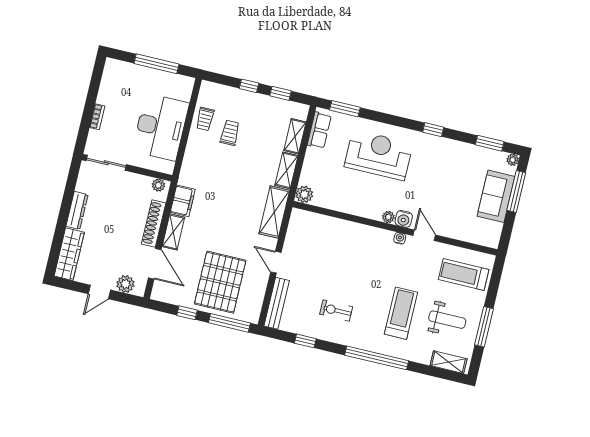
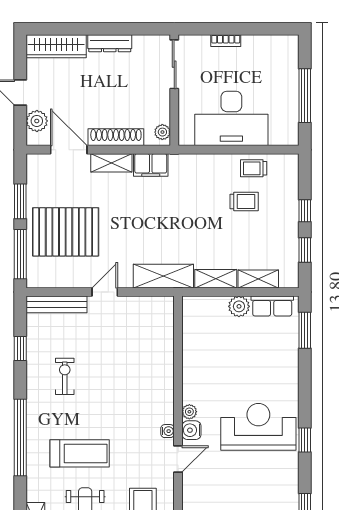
reception desk: (379, 155) -> (258, 427), moved, turned -90
plant: (304, 194) -> (239, 306), moved
door: (155, 264) -> (69, 150), swing flipped
window: (187, 313) -> (20, 201), width x1.50

